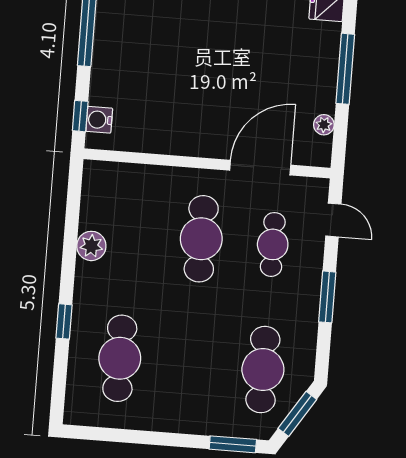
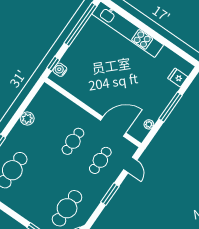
cafe table: (201, 239) -> (73, 141), width x0.73, depth x0.74

